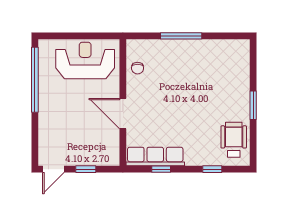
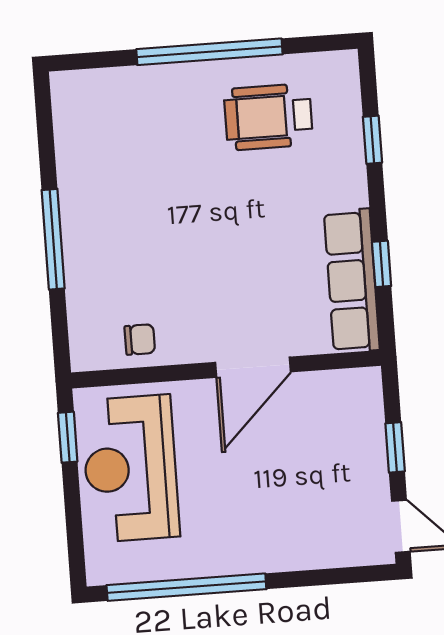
window: (100, 36) -> (68, 437), added
window: (253, 105) -> (209, 52), width x2.11
wheelchair: (234, 140) -> (268, 117), moved

